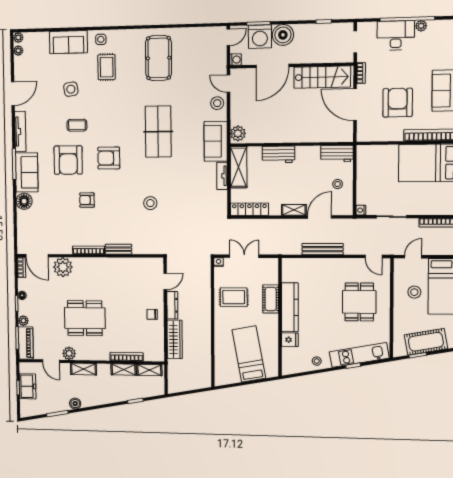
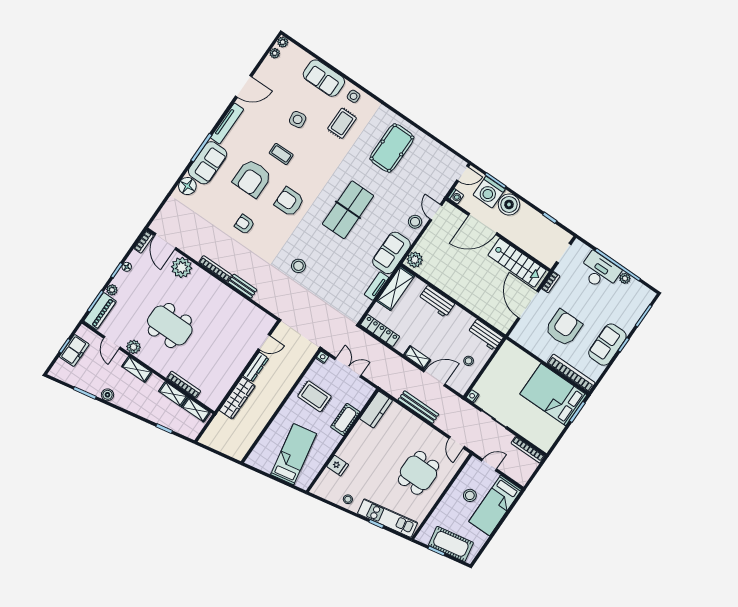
kitchen counter: (290, 307) -> (376, 410), moved, width x0.67
chair: (152, 314) -> (233, 363), removed

